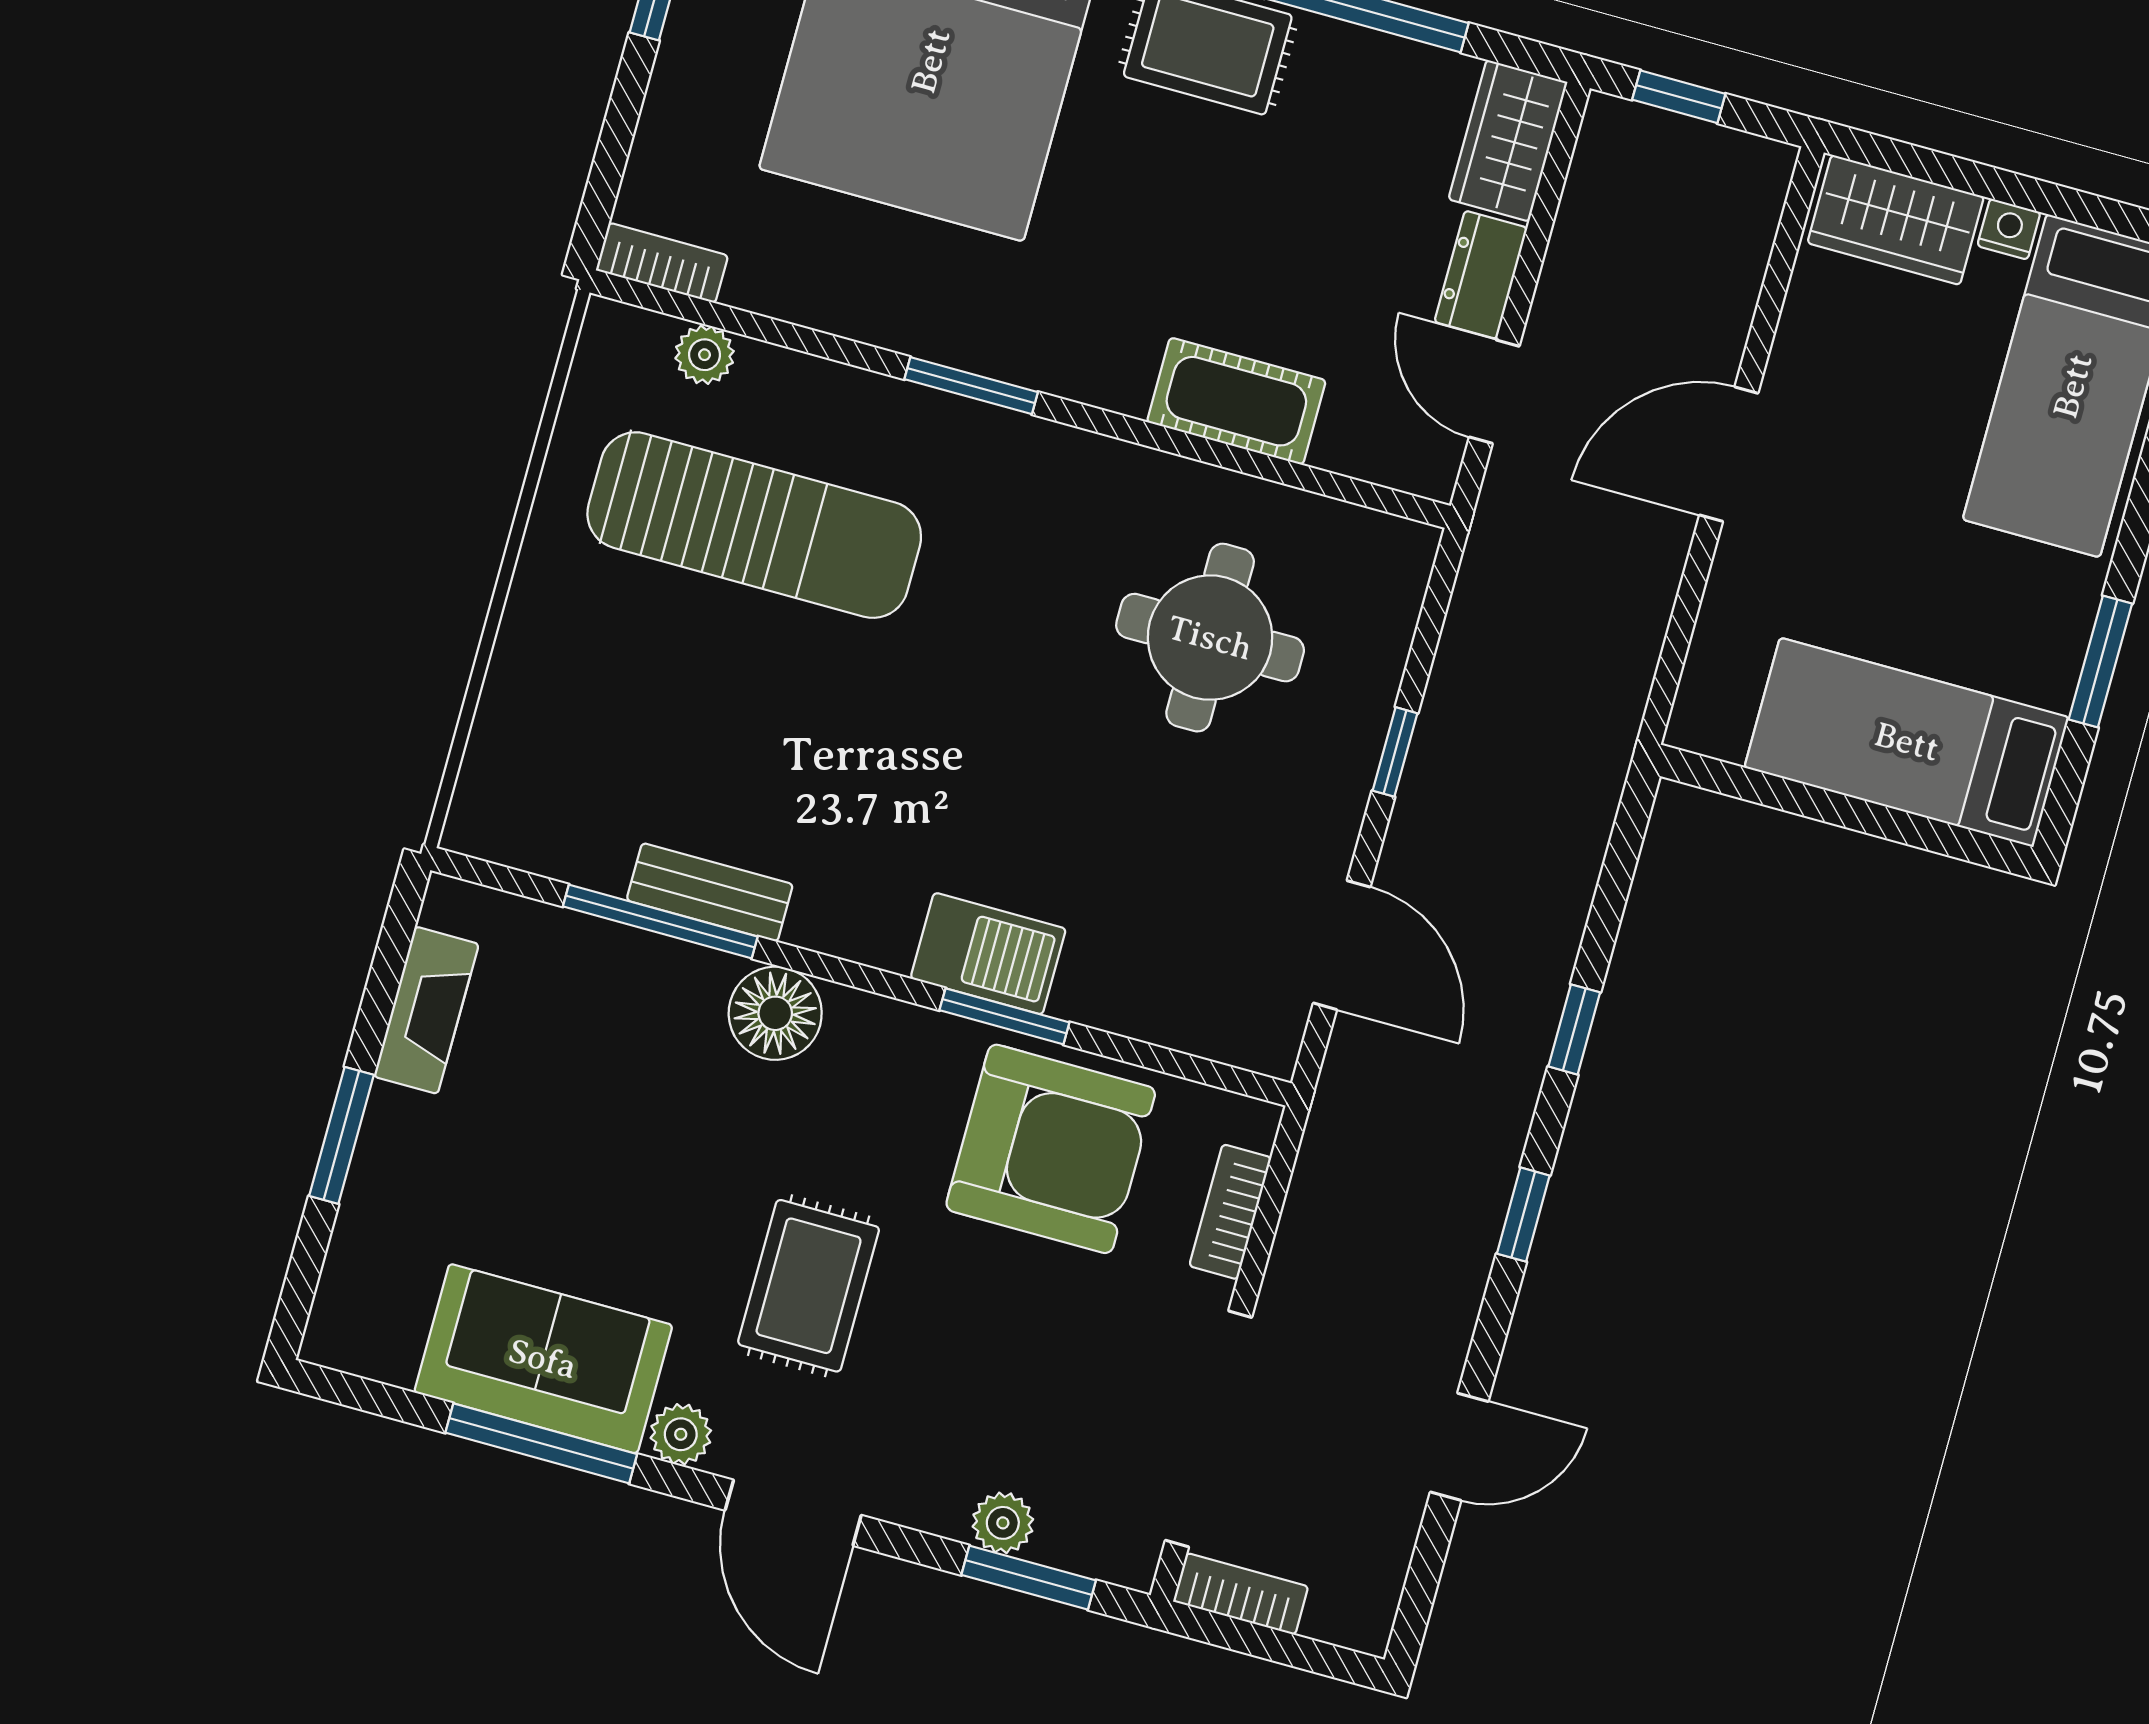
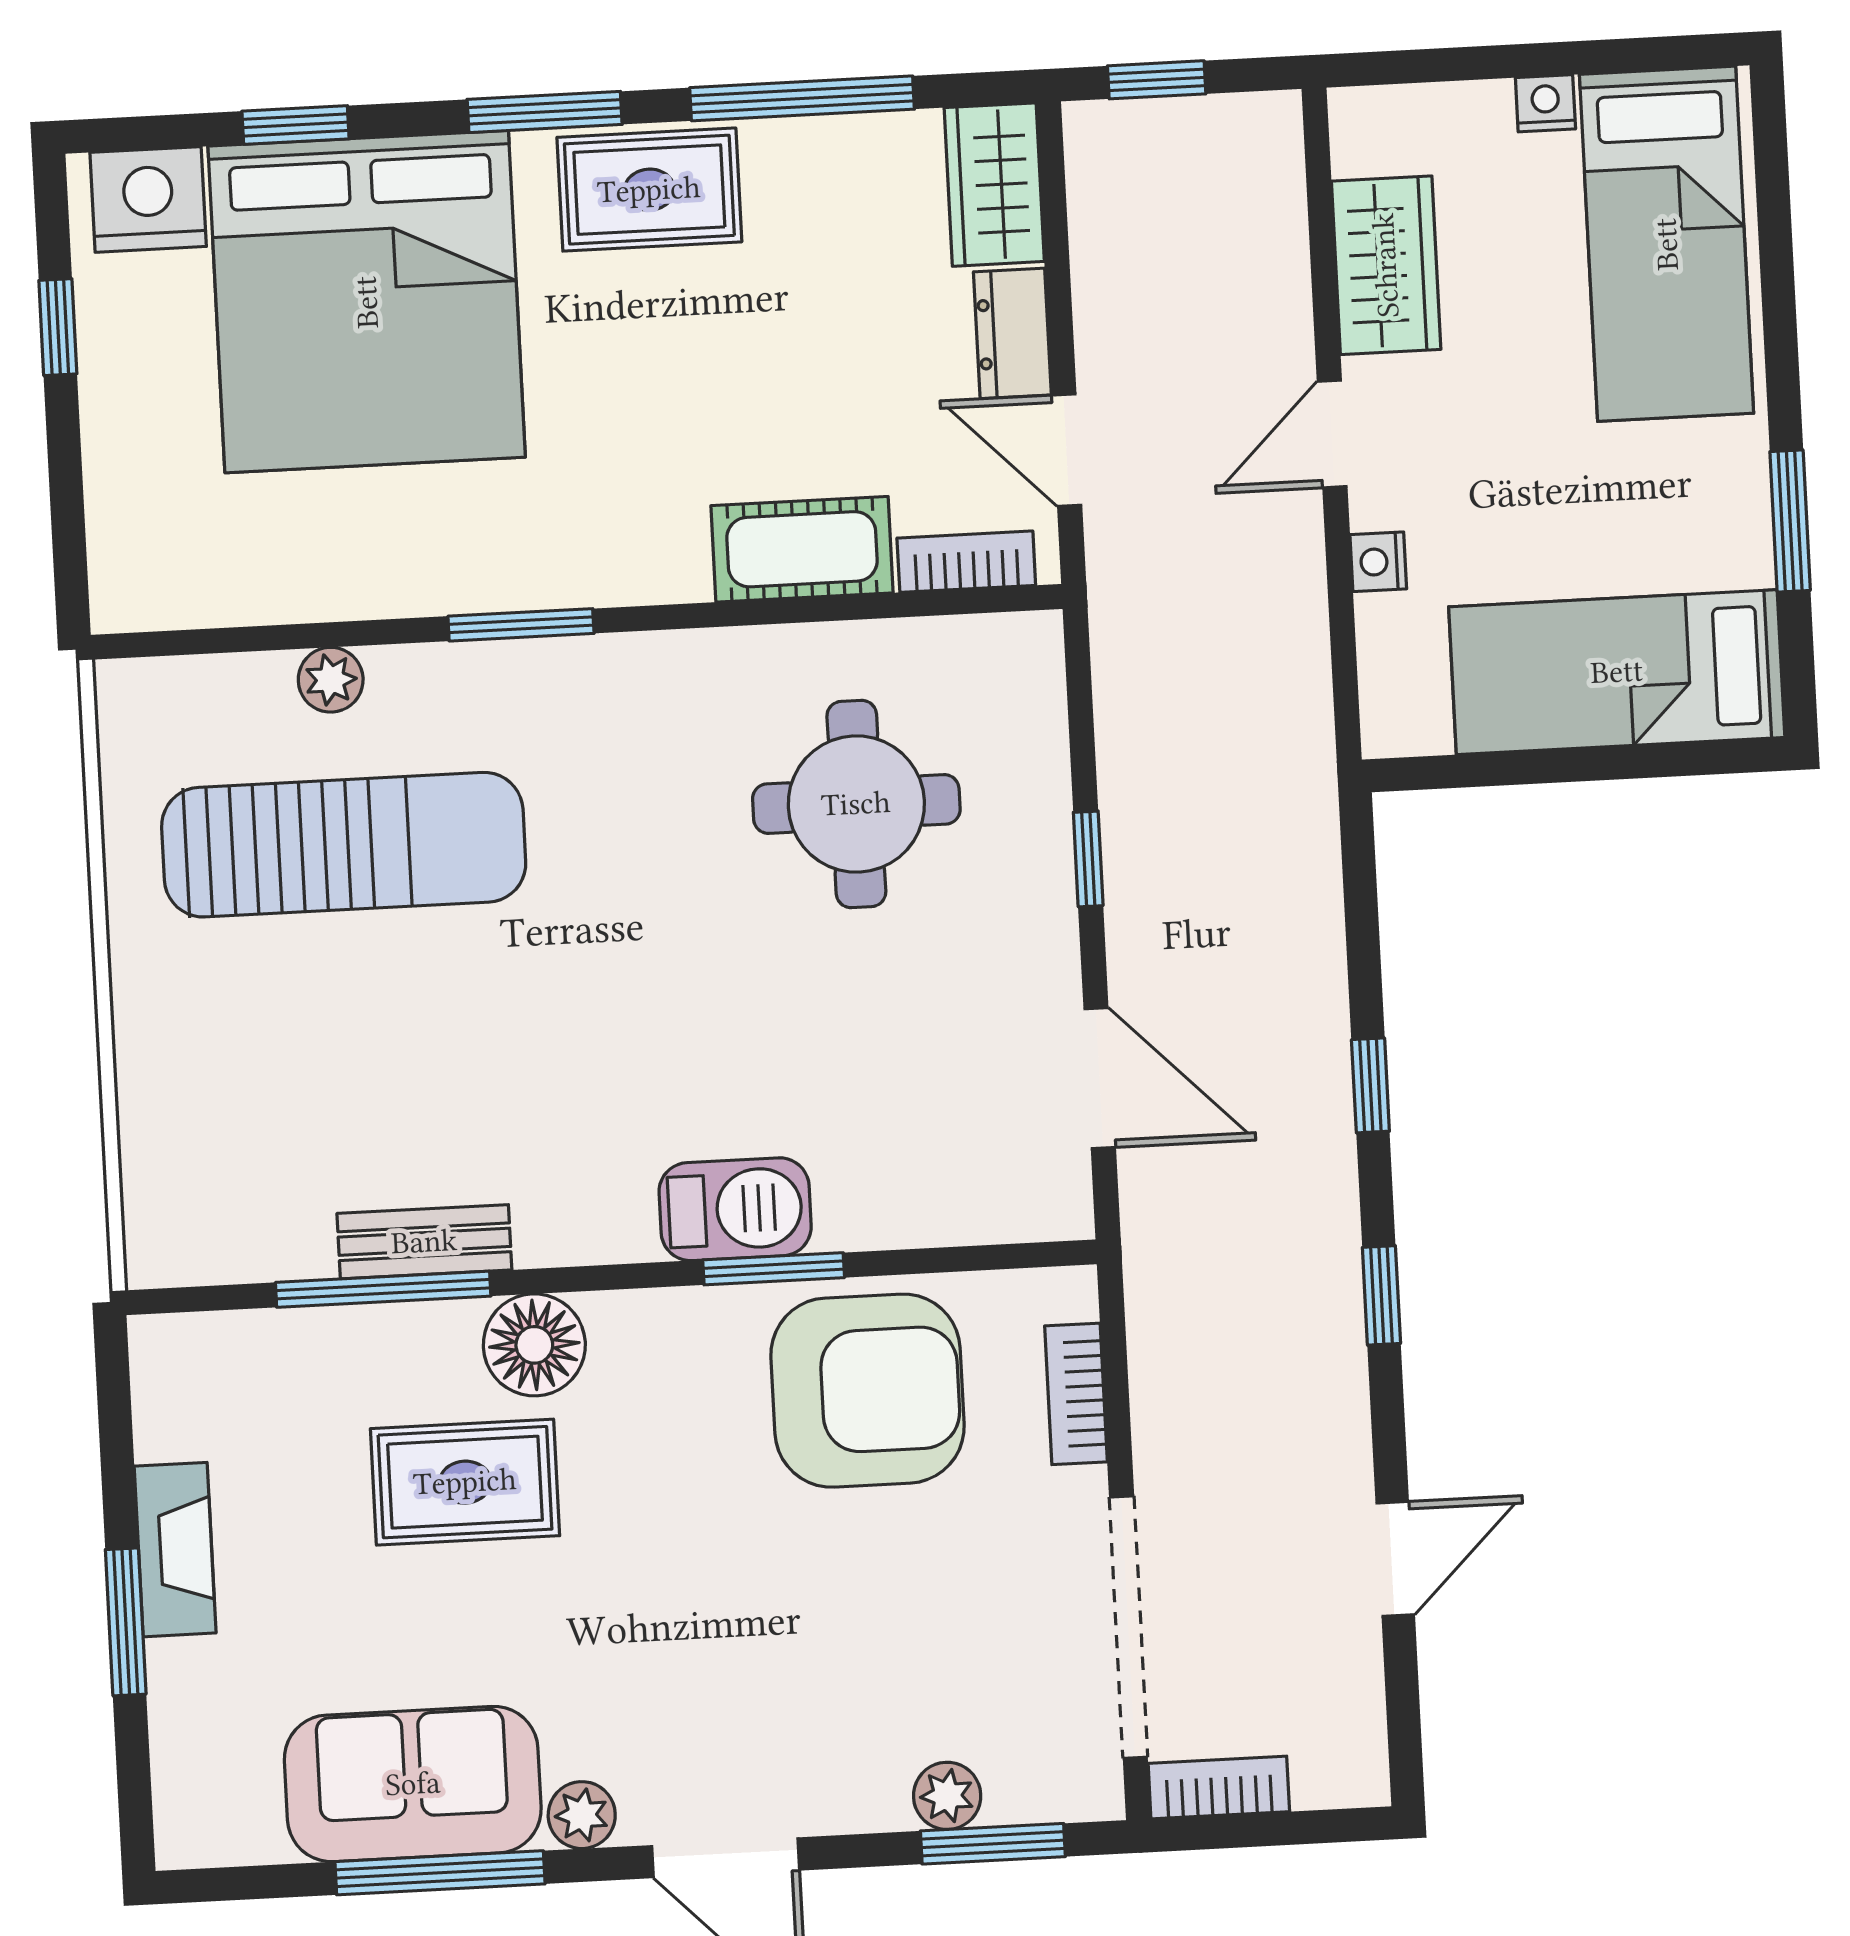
wardrobe: (1896, 220) -> (1386, 265), moved, turned -90
bookcase: (662, 263) -> (966, 562), moved
plant: (705, 355) -> (331, 680), moved
door: (1729, 454) -> (1332, 434), width x0.73
nightstand: (1732, 578) -> (1378, 562), added
fireplace: (426, 1010) -> (175, 1550), moved
rug: (809, 1286) -> (465, 1482), moved, turned 90

